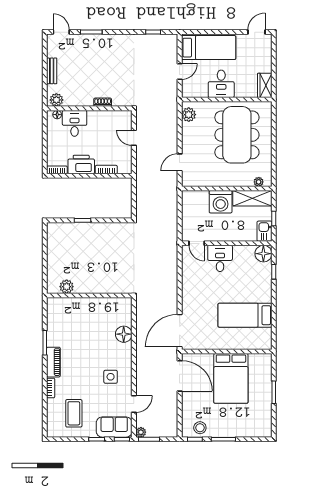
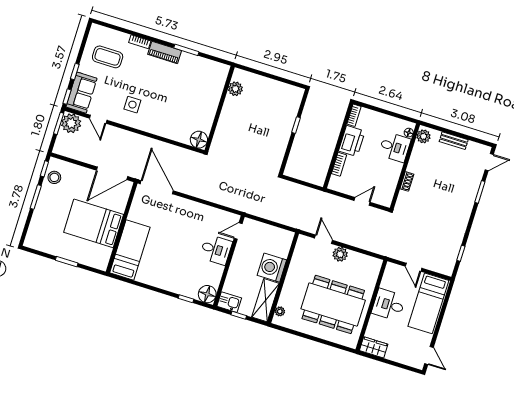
plant: (189, 115) -> (340, 254), moved
bed: (245, 315) -> (130, 250), moved
floor lamp: (124, 334) -> (199, 140), moved
plant: (141, 432) -> (71, 123), width x1.88, depth x1.88

